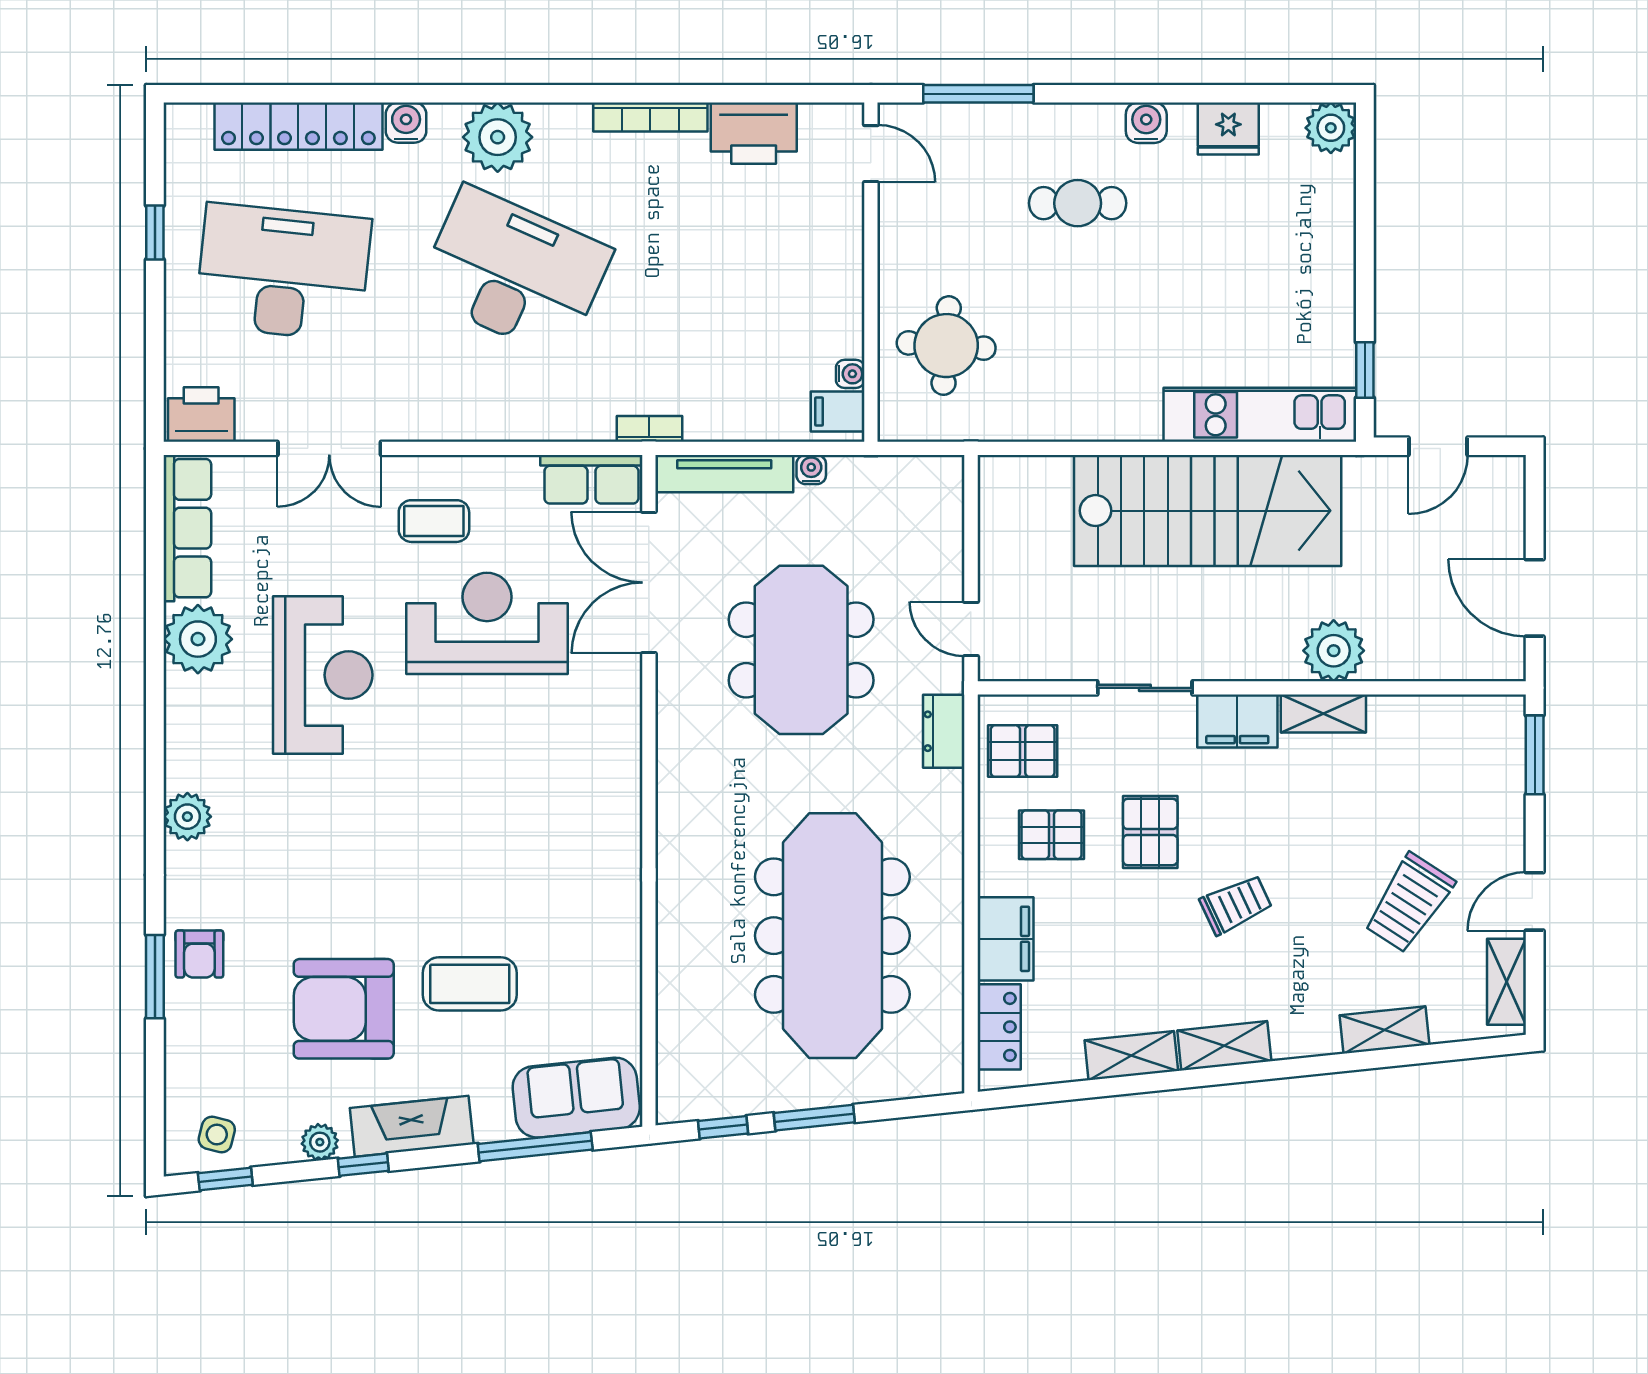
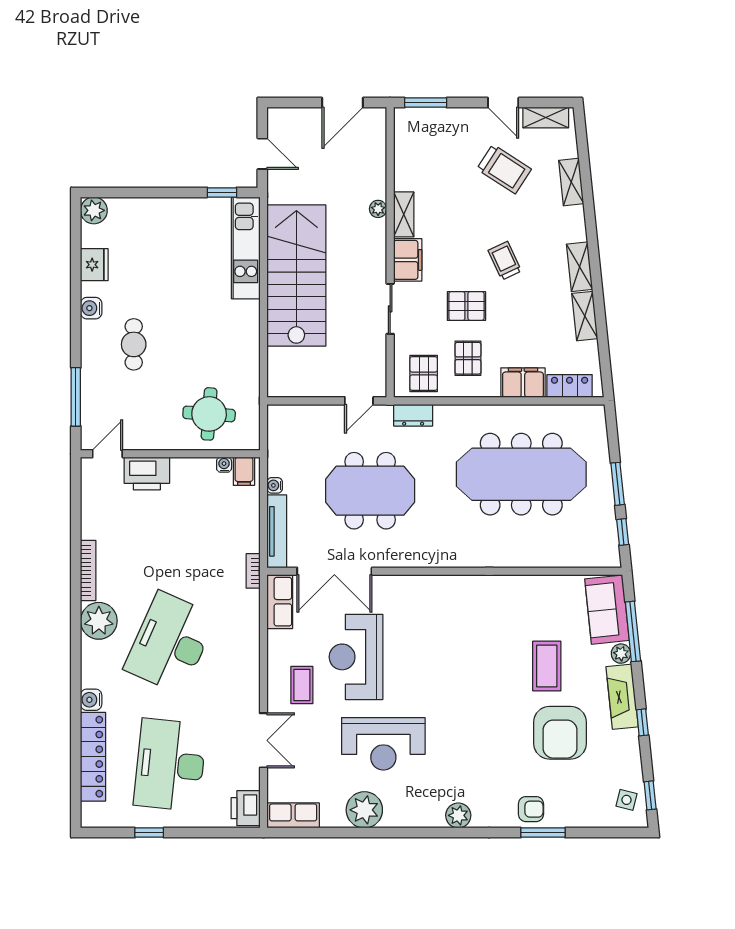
printer: (754, 133) -> (147, 474), moved, turned 90
plant: (498, 137) -> (99, 621), moved
row of seats: (187, 528) -> (293, 815), width x0.68
plant: (1334, 651) -> (378, 209), width x0.53, depth x0.53
reception desk: (323, 675) -> (383, 744), turned 180
plant: (320, 1142) -> (621, 654), moved

